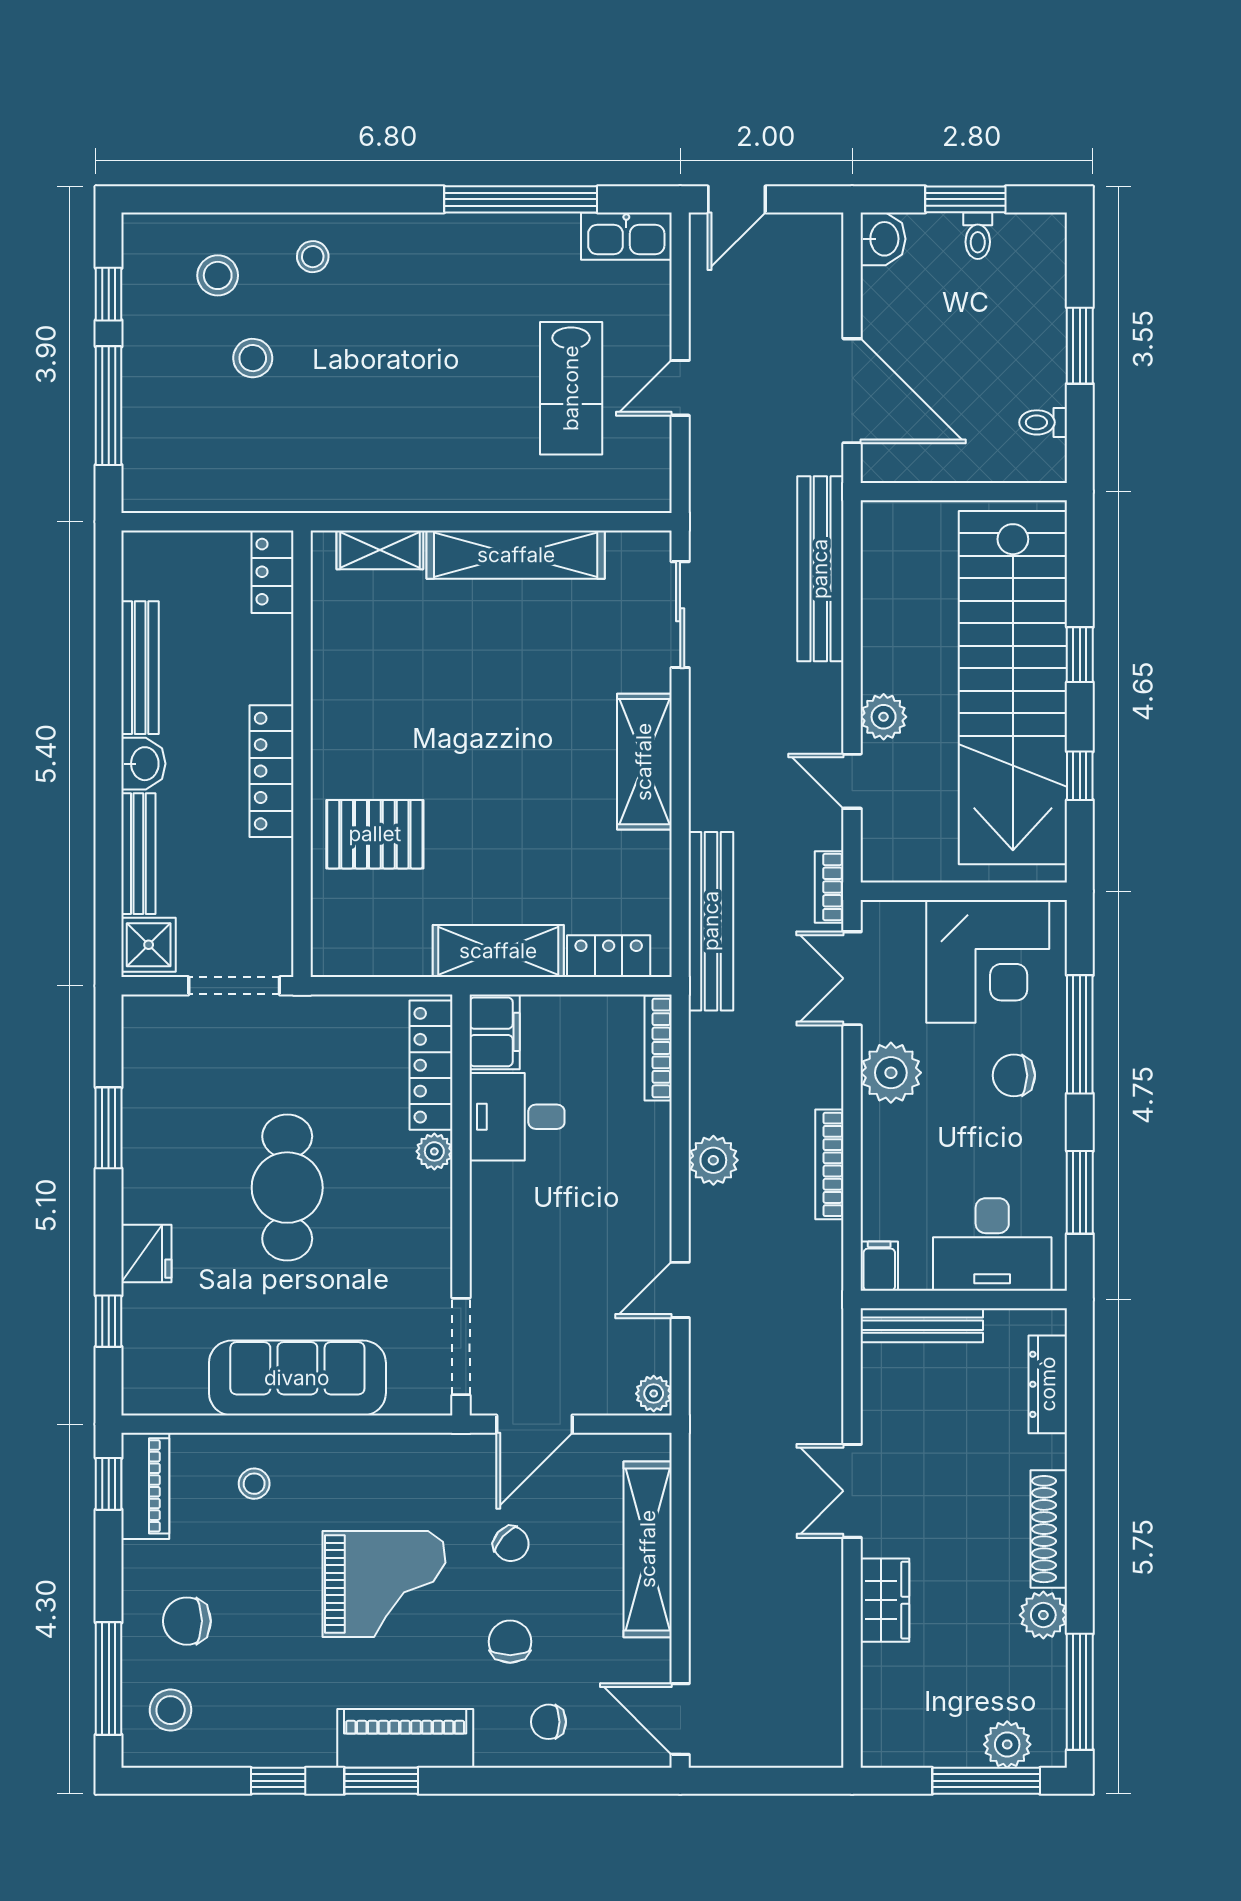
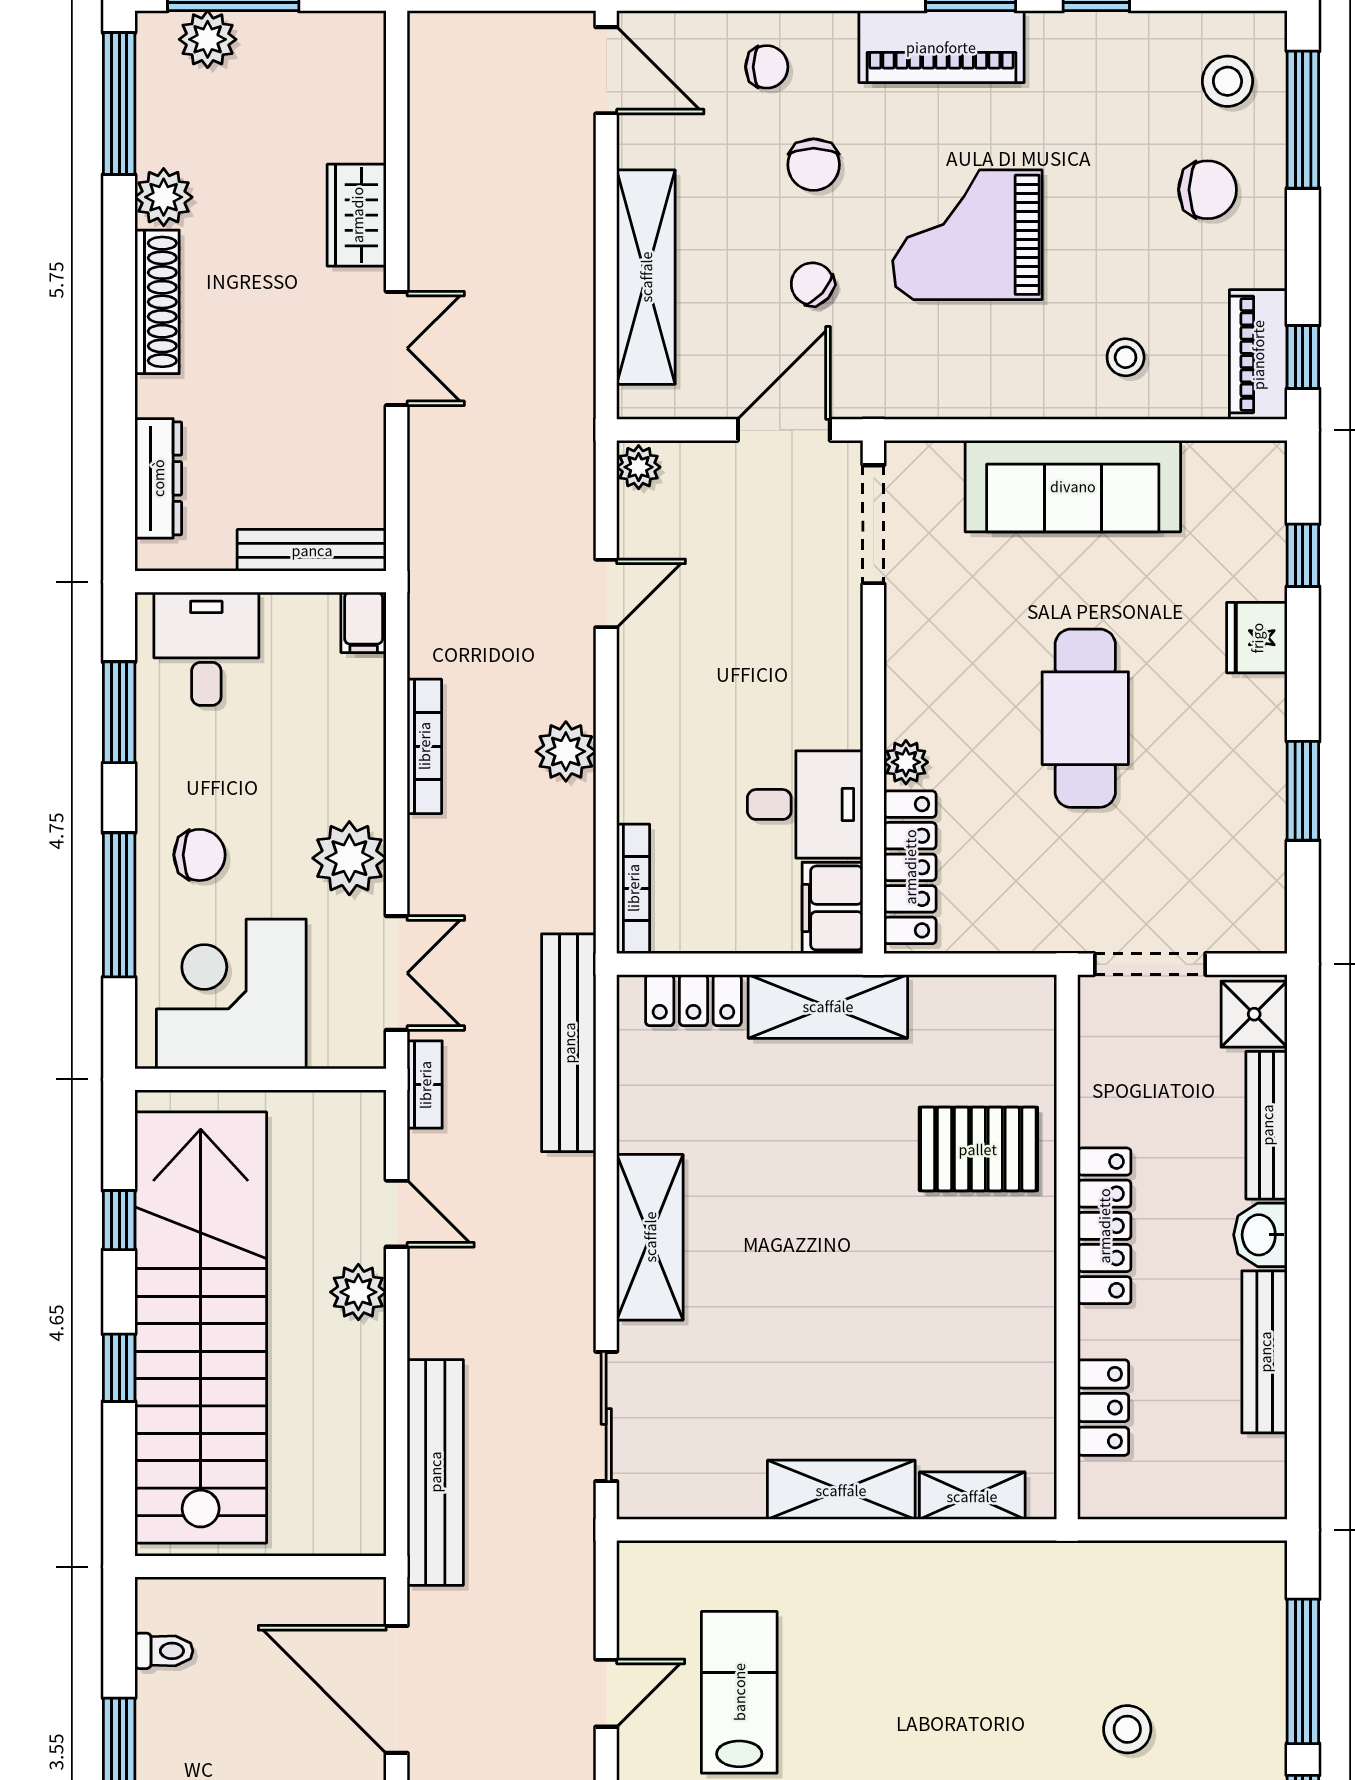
shelving: (516, 555) -> (841, 1490), width x0.68
locker: (272, 572) -> (1103, 1408), moved
desk: (992, 1244) -> (206, 649), width x0.73

